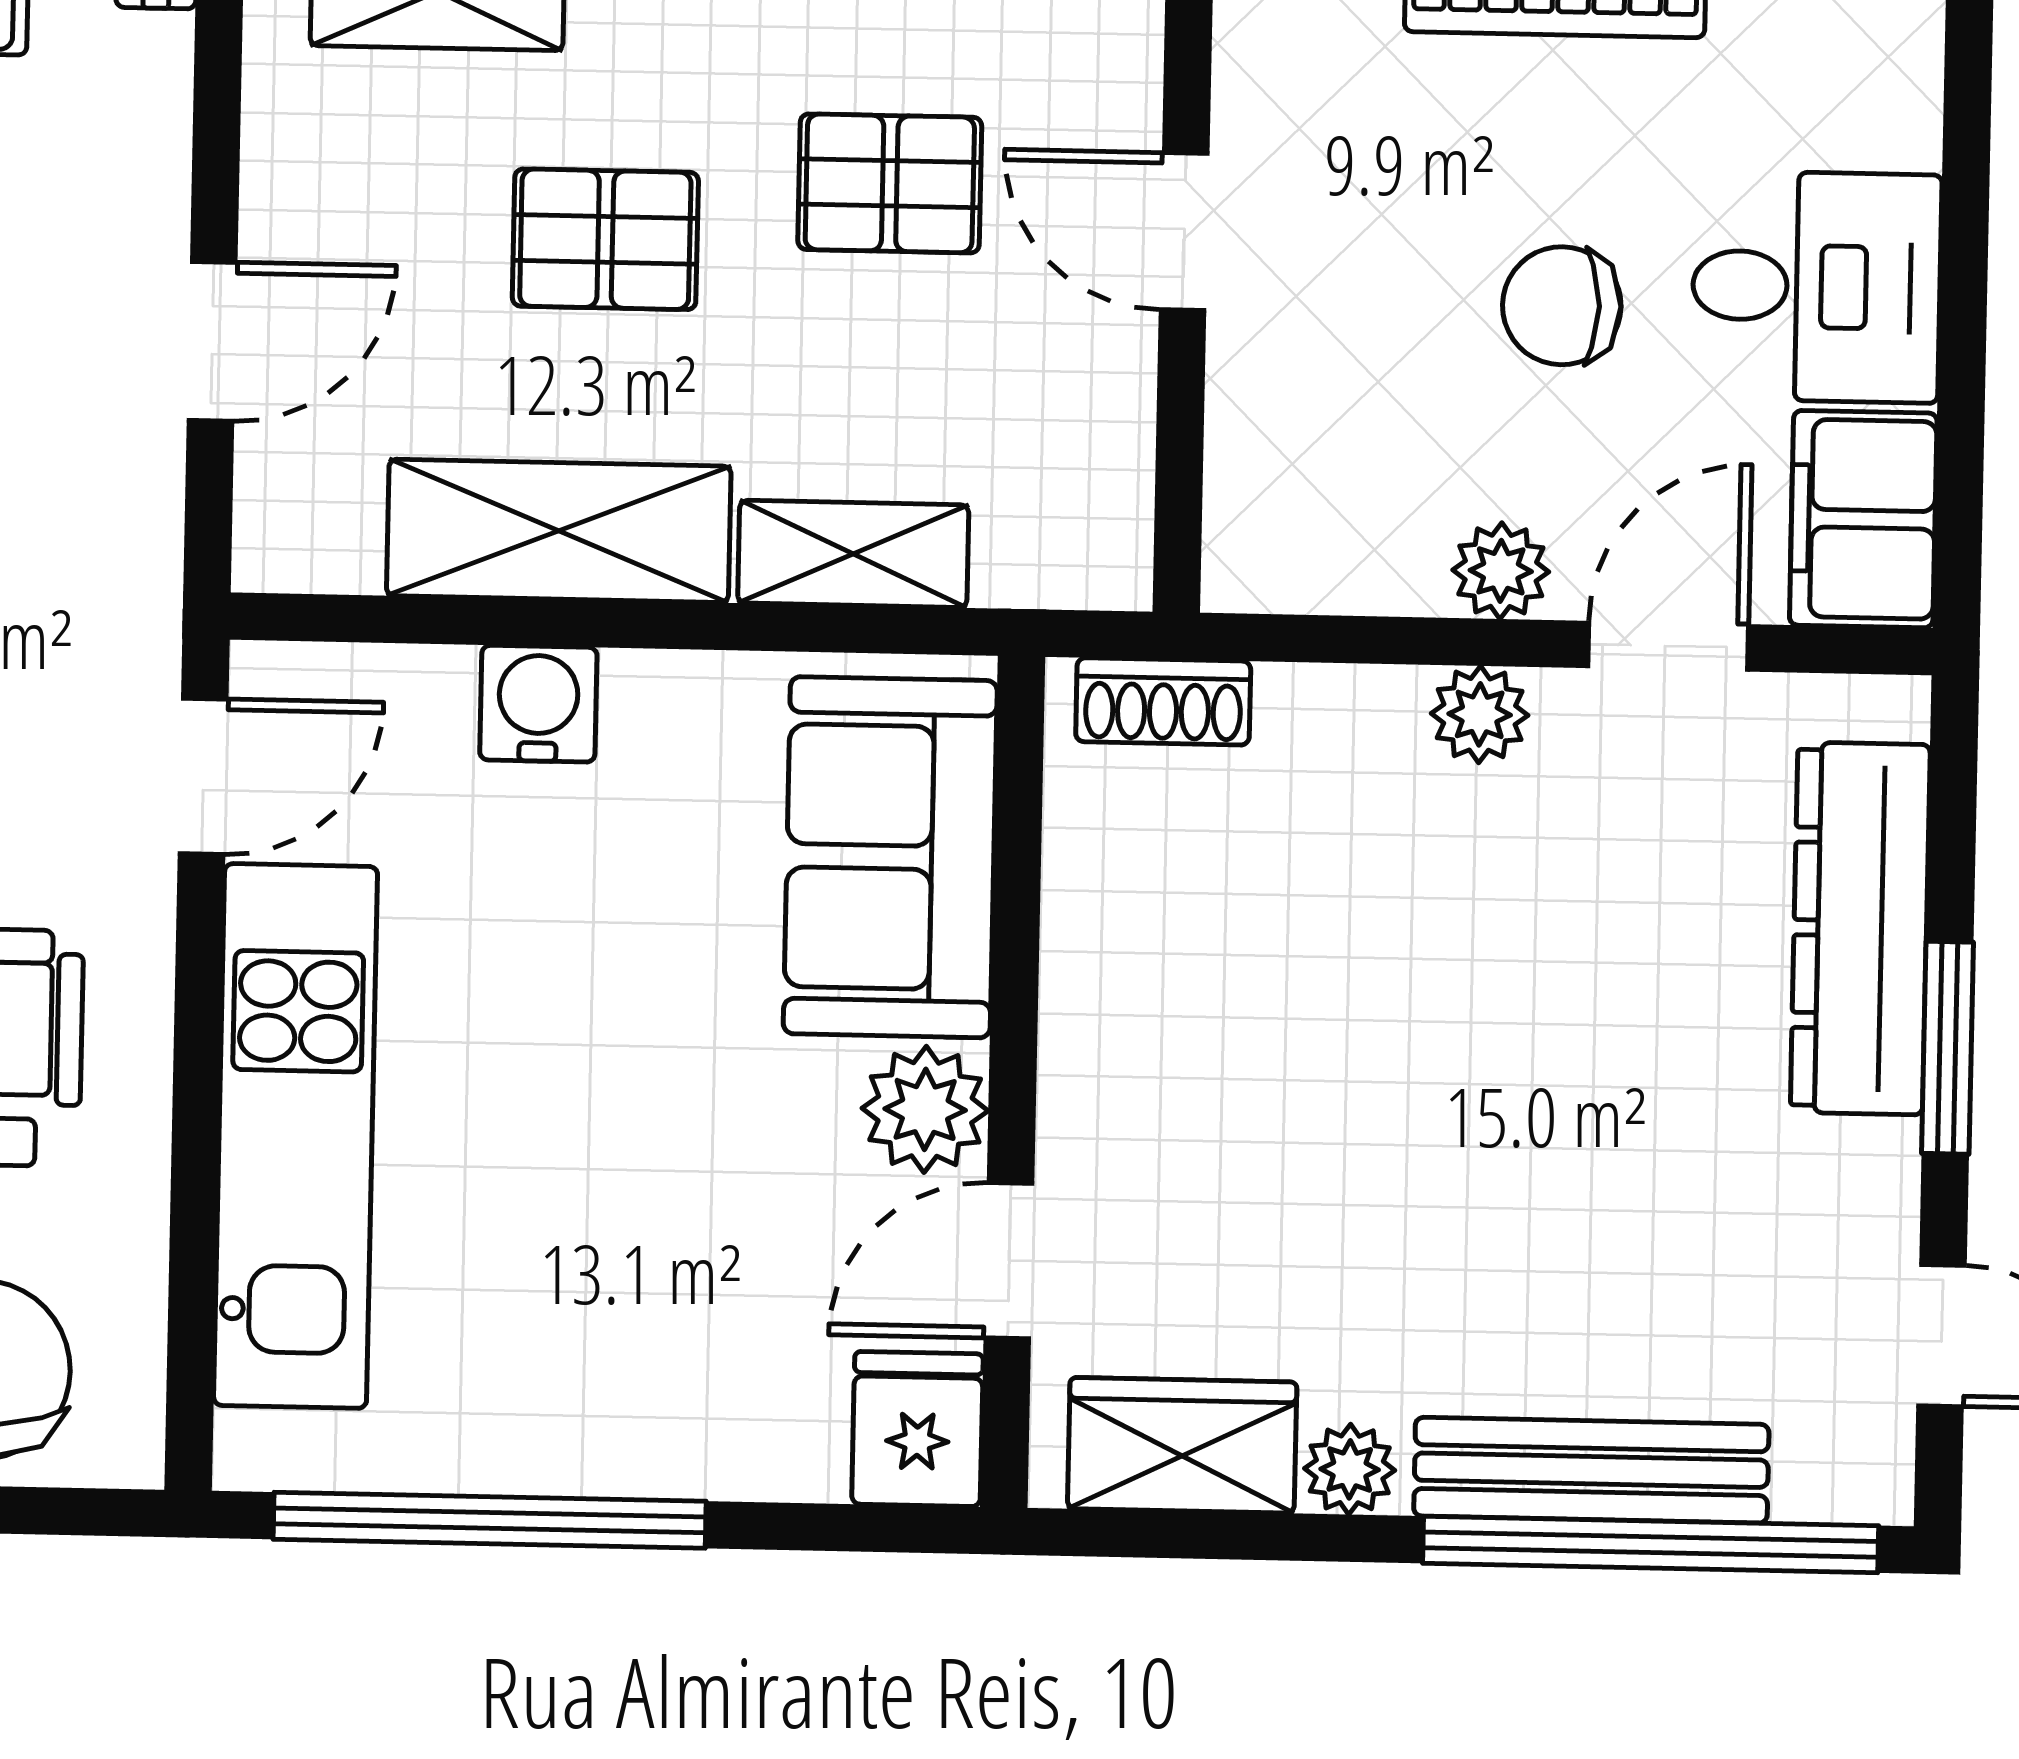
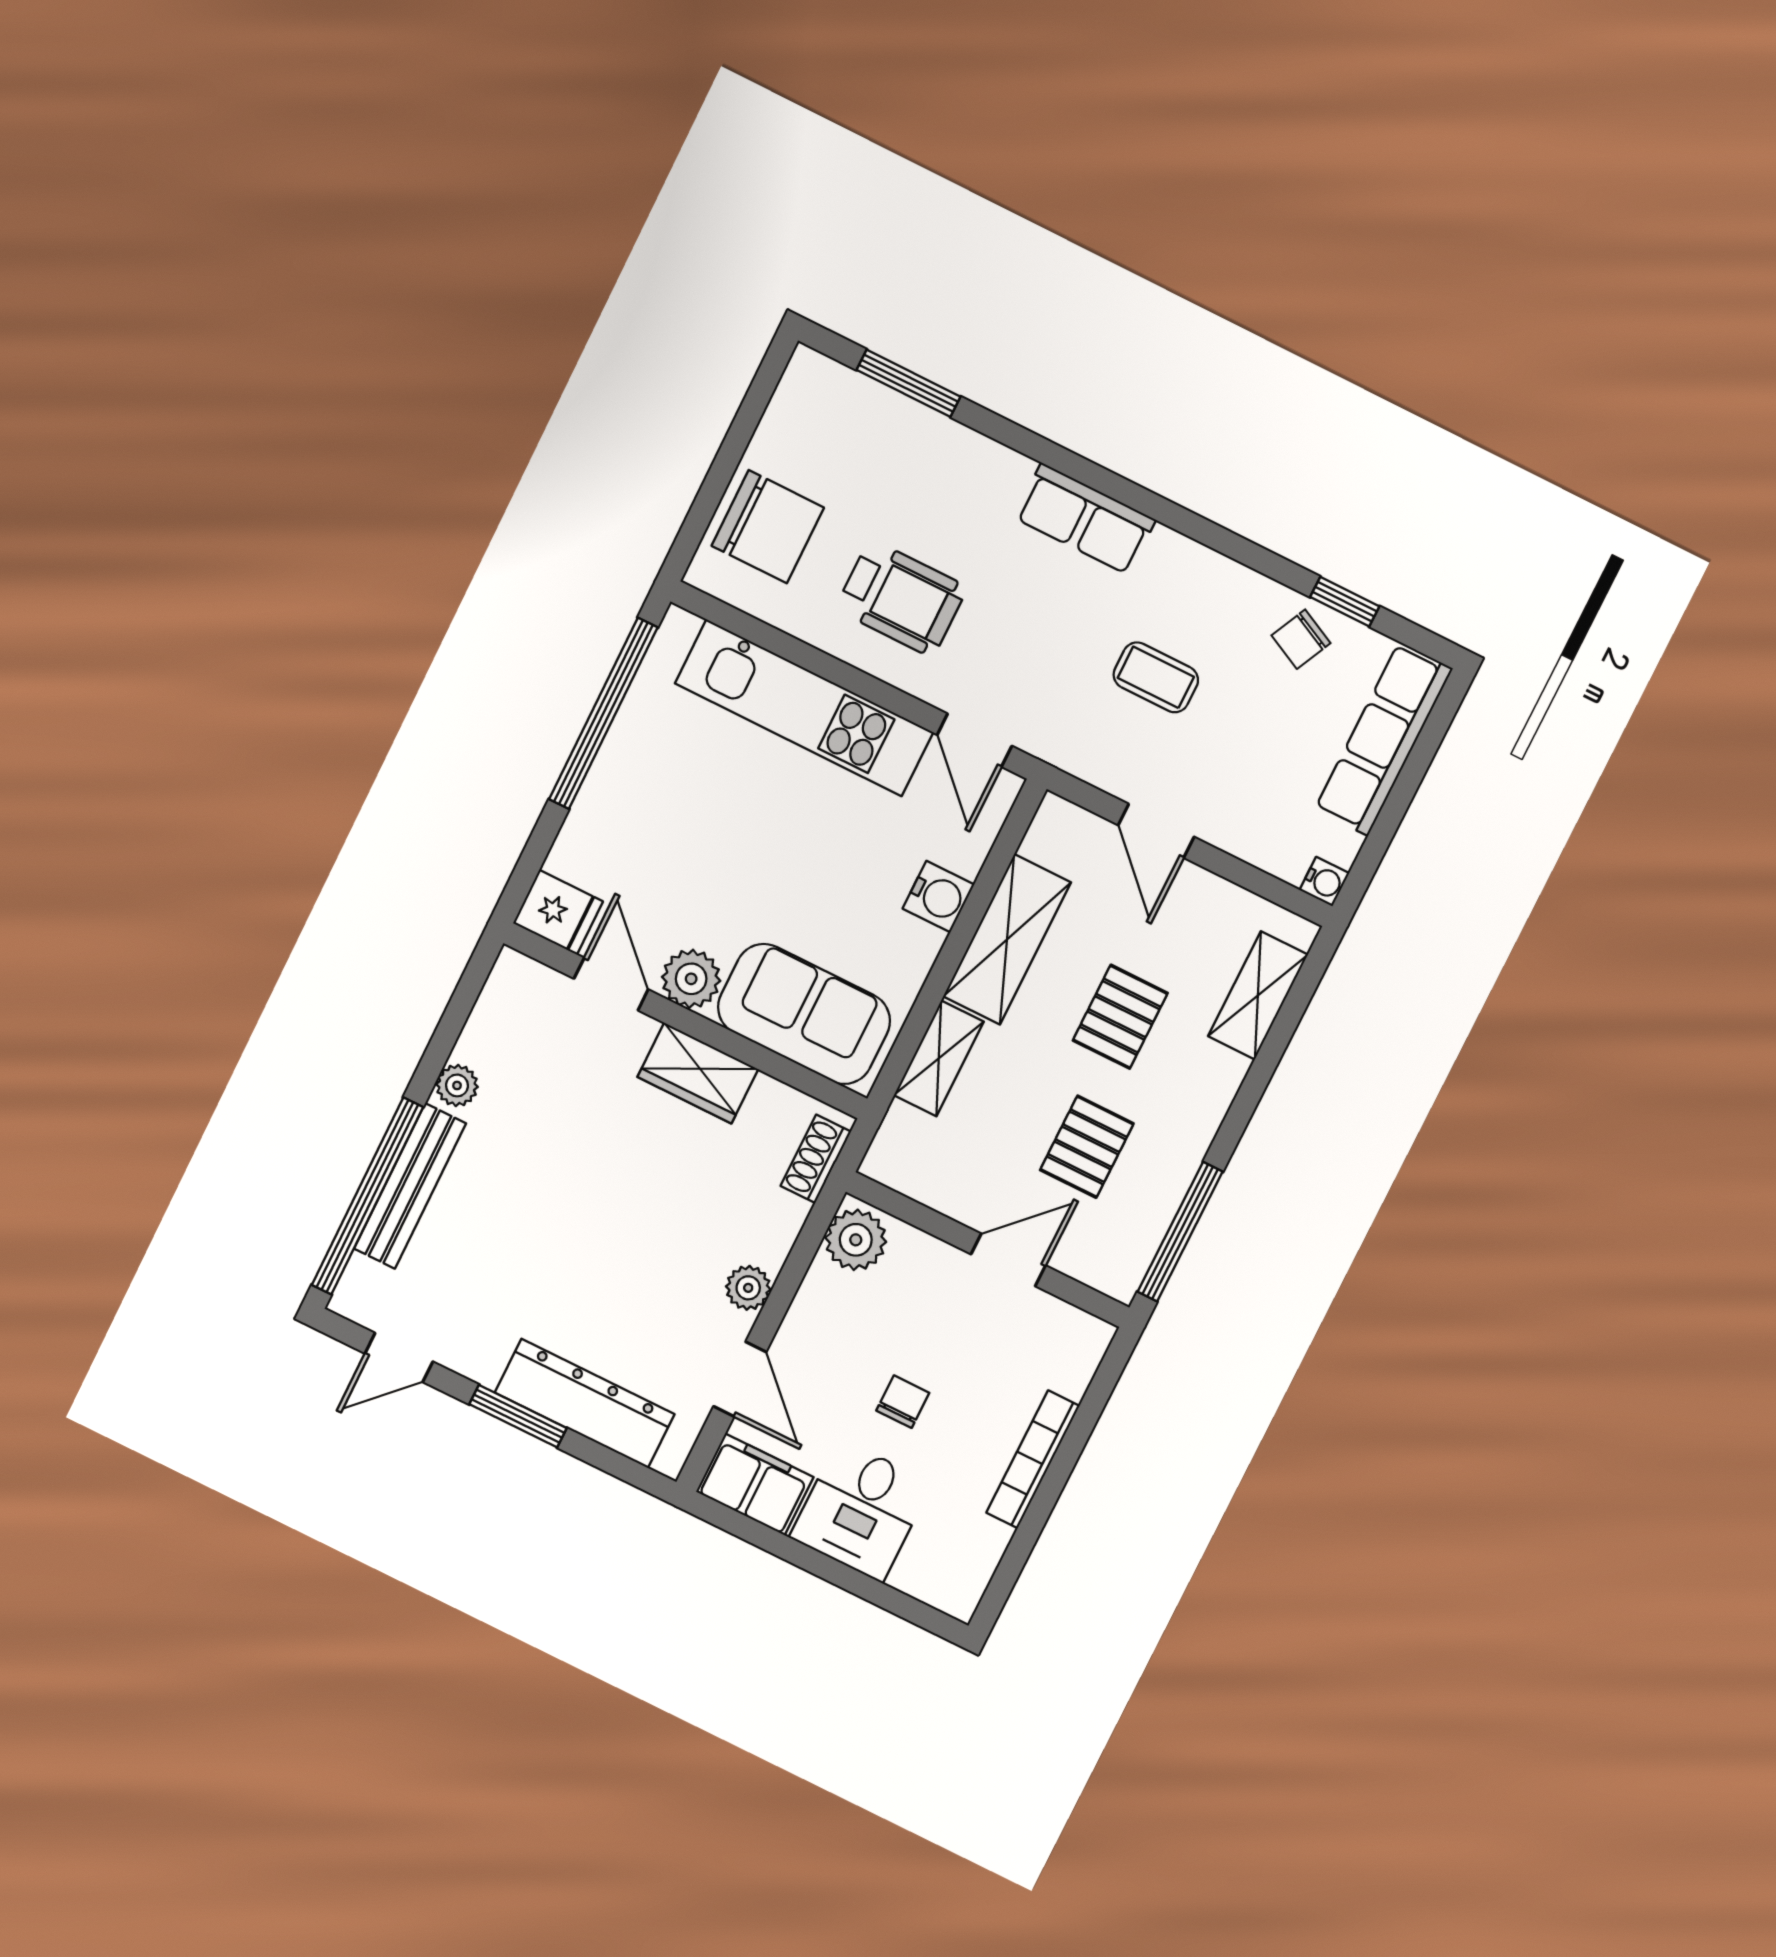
chair: (1562, 306) -> (903, 1402), width x0.73, depth x0.73
plant: (1501, 571) -> (856, 1240), moved, width x1.38, depth x1.38
wardrobe: (1182, 1445) -> (698, 1073), moved, turned 90

